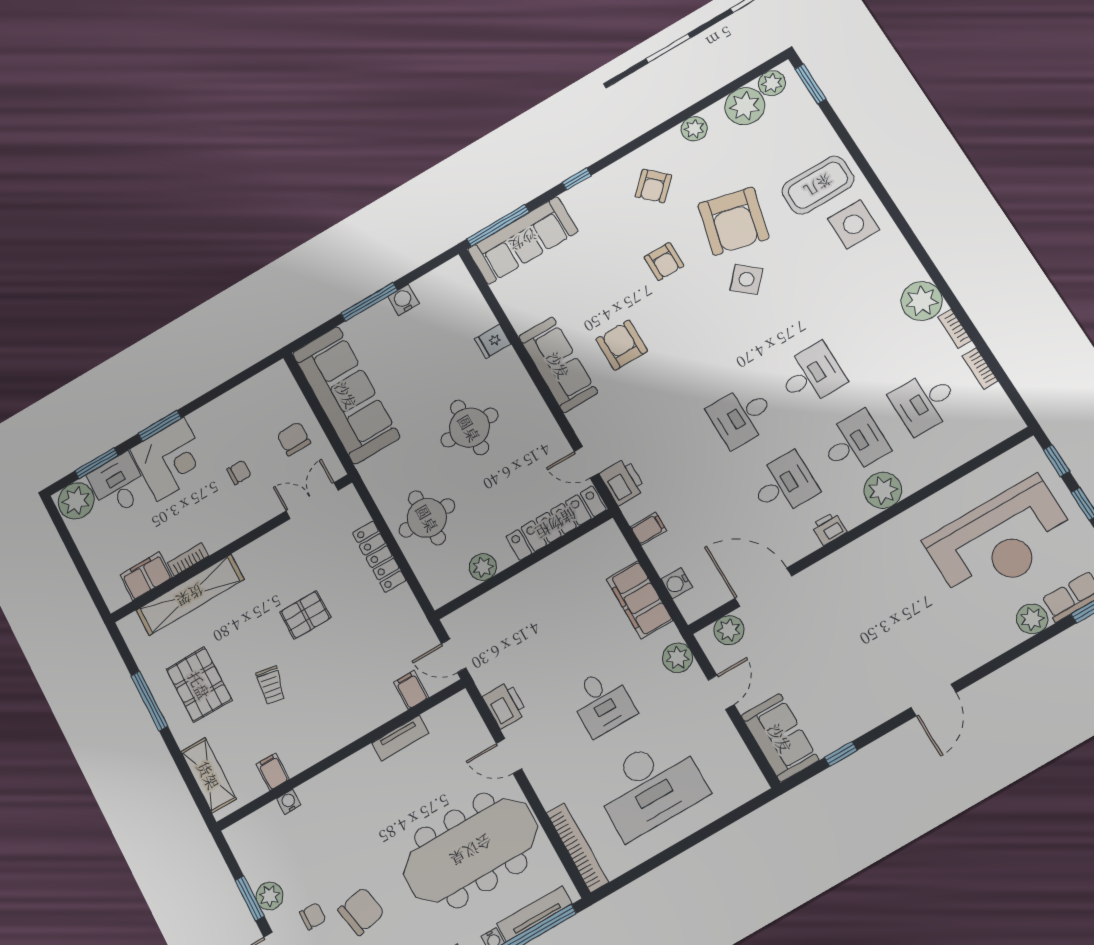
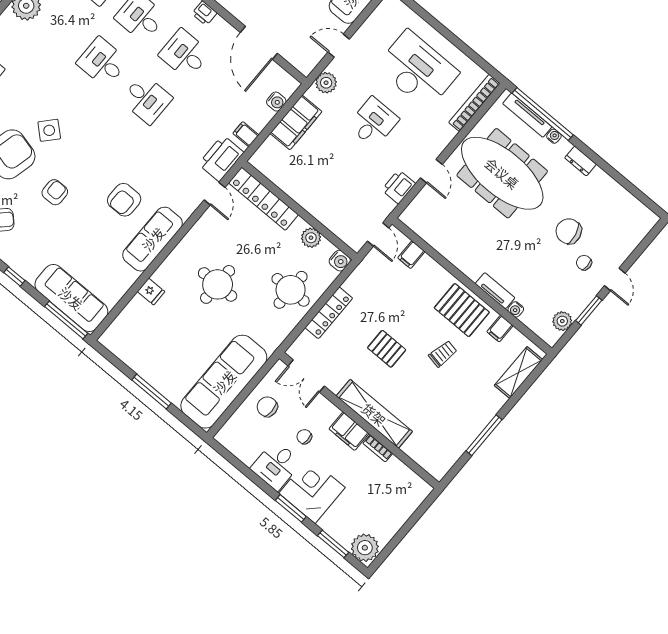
water cooler: (403, 300) -> (340, 261), moved, turned -90
chair: (294, 439) -> (267, 407), turned 90
printer: (622, 482) -> (221, 158), width x1.37, depth x1.19
desk: (118, 485) -> (276, 465), moved
filing cabinet: (146, 576) -> (349, 431), moved
shelving: (190, 595) -> (374, 414), moved
plant: (729, 630) -> (296, 55), removed
pallet: (199, 685) -> (462, 310), moved, turned 90
tv unit: (400, 738) -> (495, 291), moved
plant: (270, 896) -> (562, 321), moved

